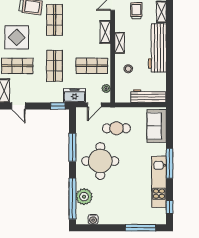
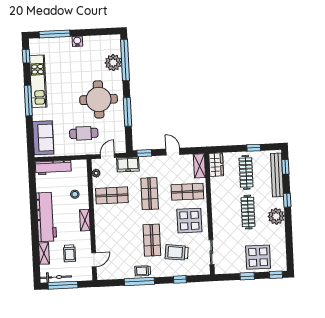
shelving: (105, 32) -> (100, 230), removed
door: (18, 106) -> (173, 152), moved
water cooler: (93, 219) -> (77, 41), moved

